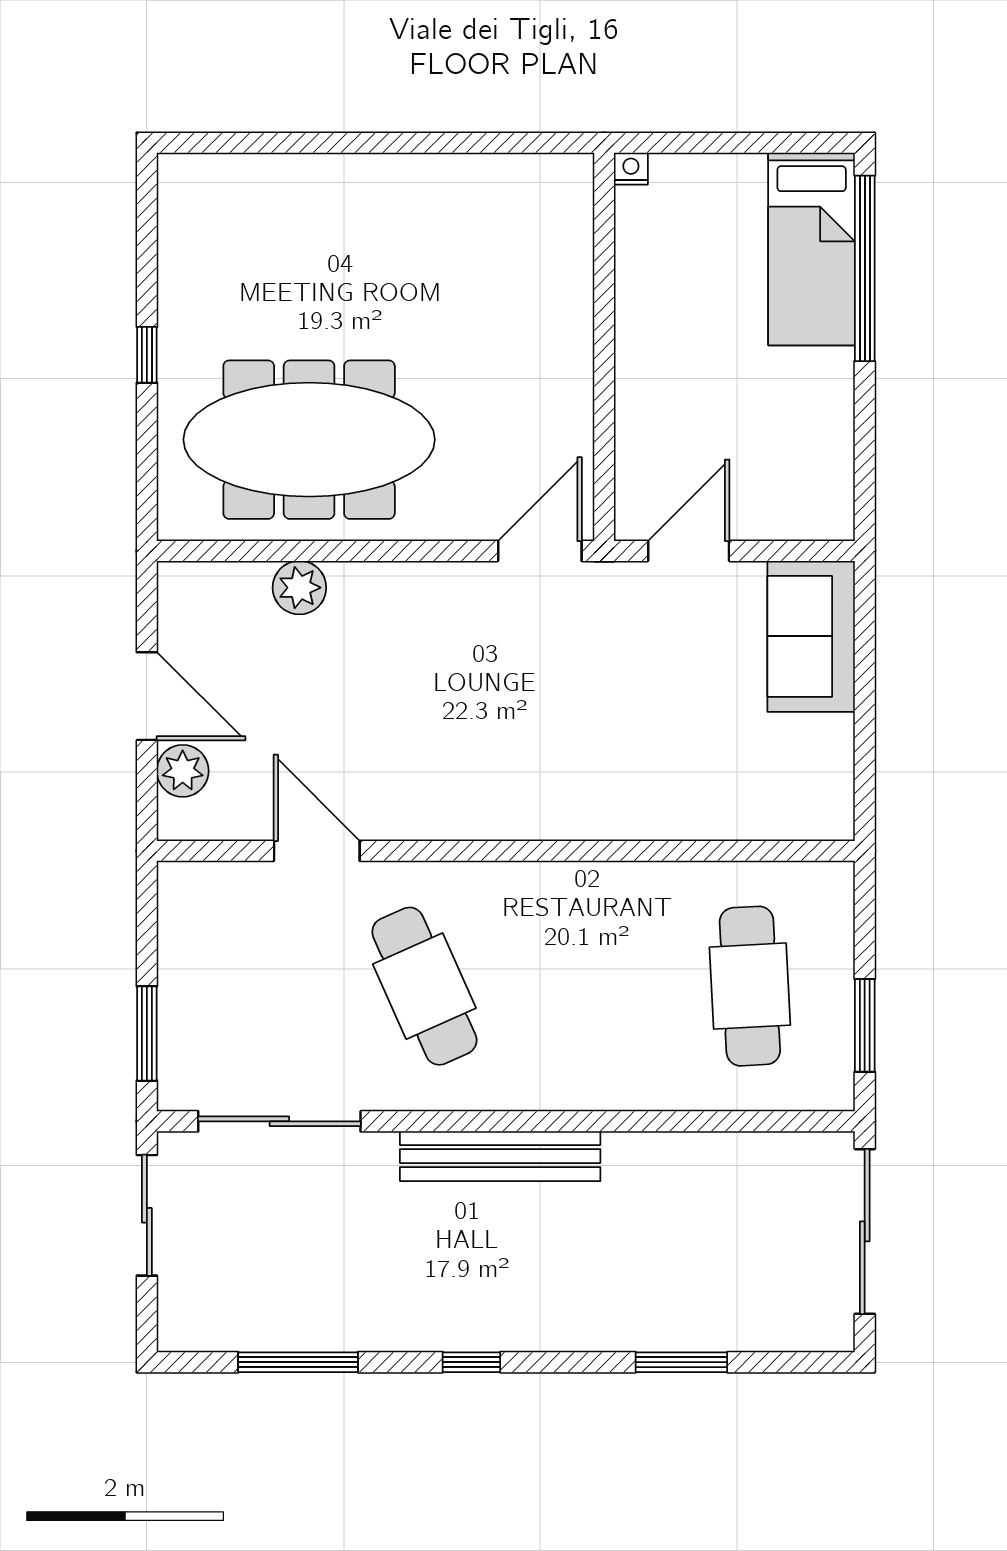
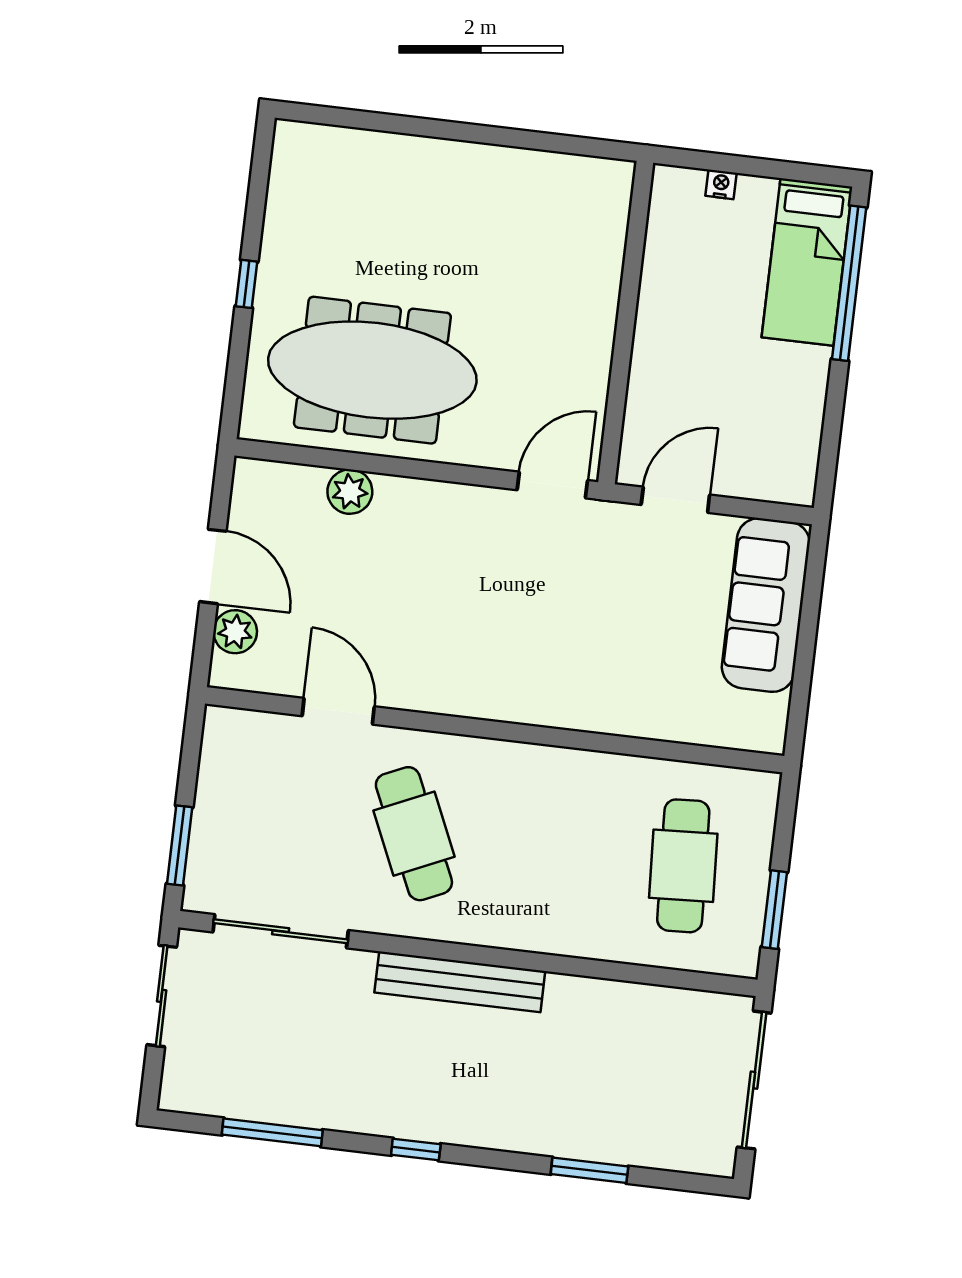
nightstand: (631, 169) -> (721, 184), moved
sofa: (811, 636) -> (766, 605), width x1.36

